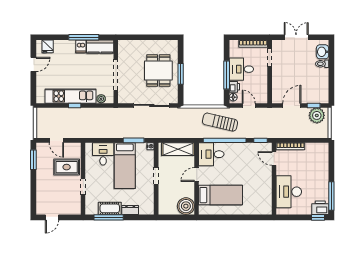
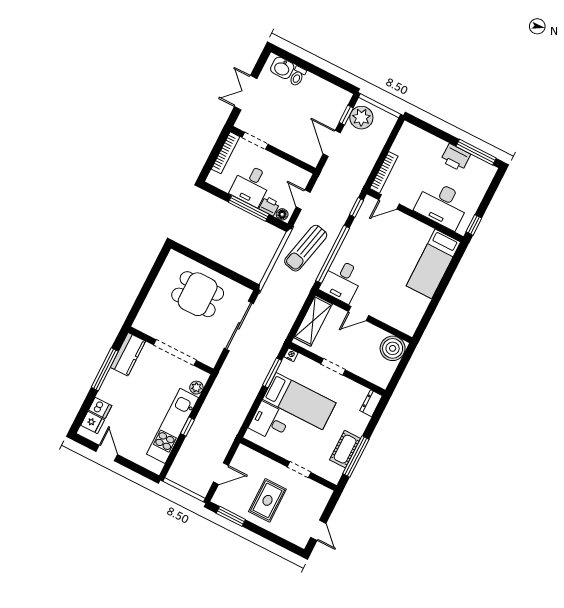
dishwasher: (81, 46) -> (100, 408), moved
window: (181, 74) -> (217, 267), removed
door: (249, 105) -> (303, 200), hinge flipped
rug: (67, 167) -> (267, 500), moved
door: (197, 175) -> (358, 314), hinge flipped
bed: (221, 195) -> (433, 264), moved, turned 180
printer: (320, 208) -> (456, 157), moved, turned -90
dresser: (130, 210) -> (371, 403), moved
window: (318, 217) -> (474, 225), moved

